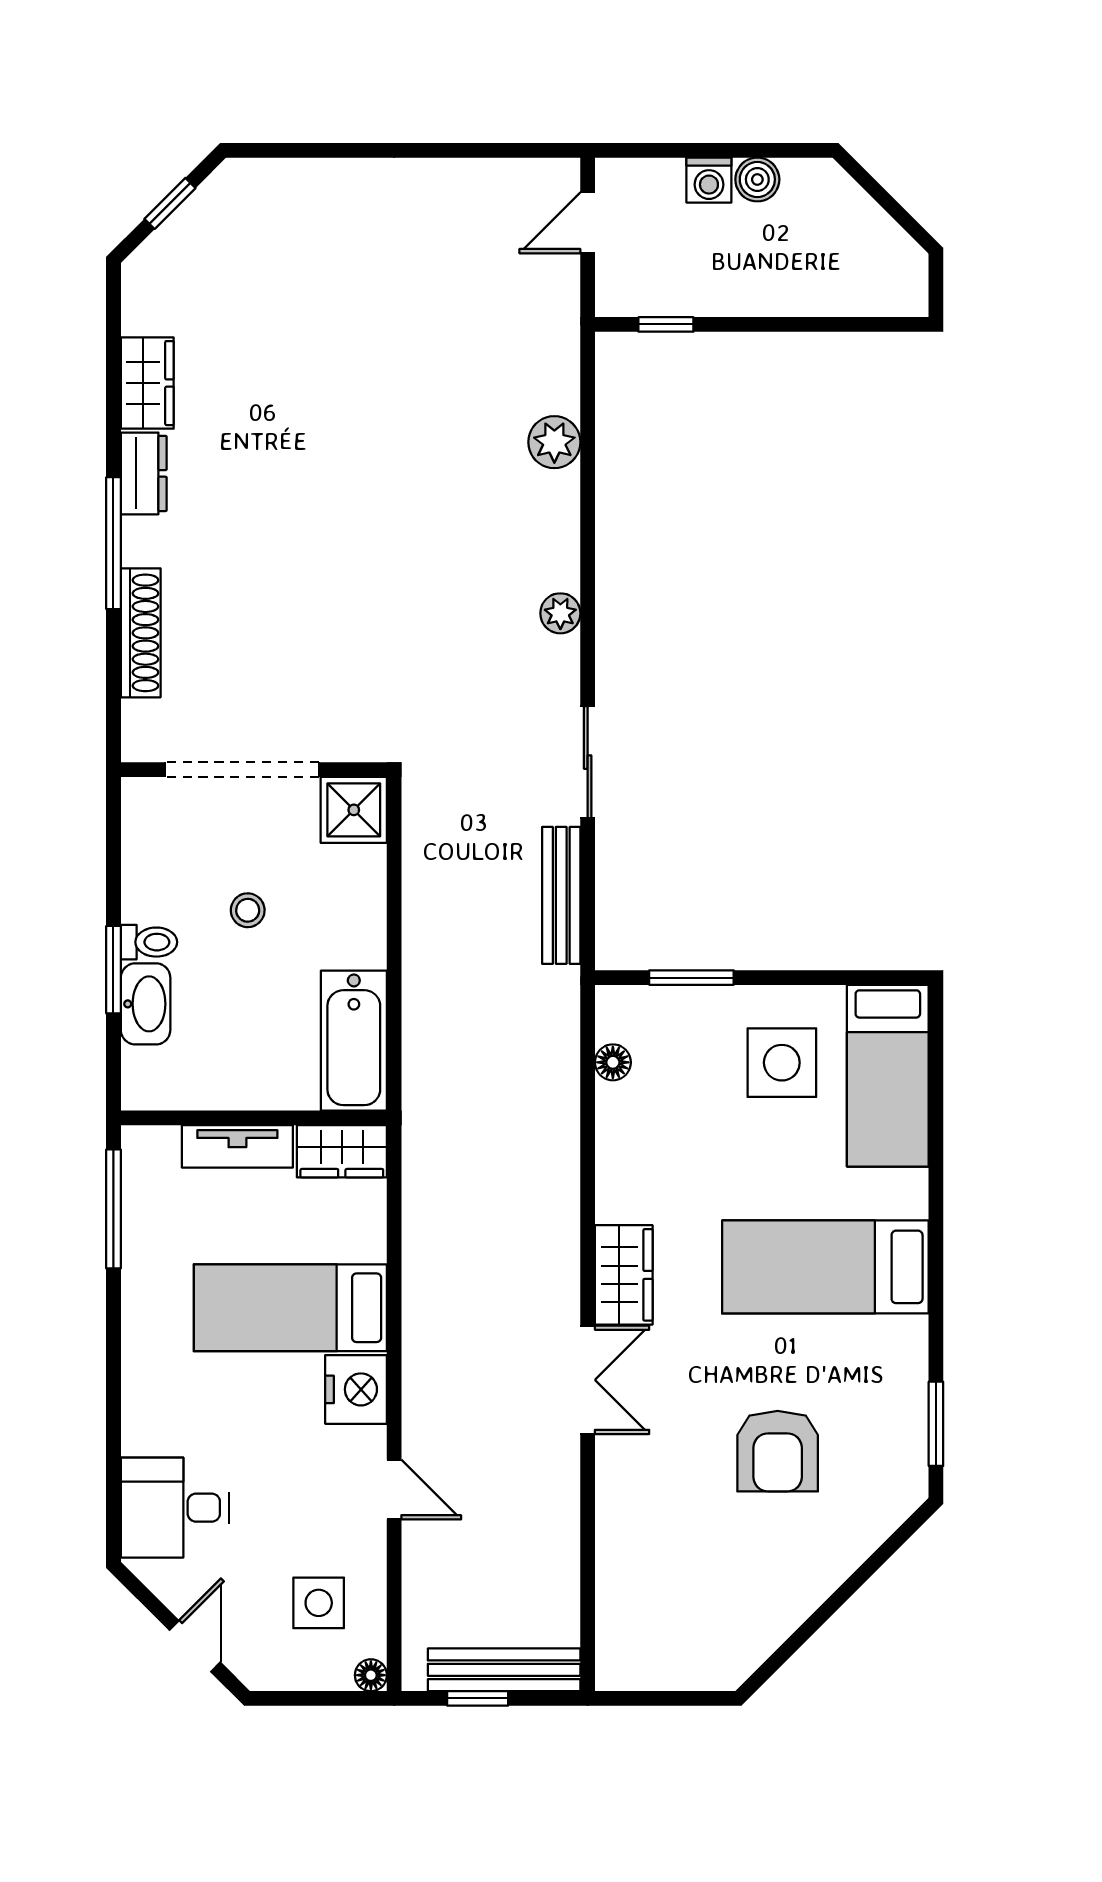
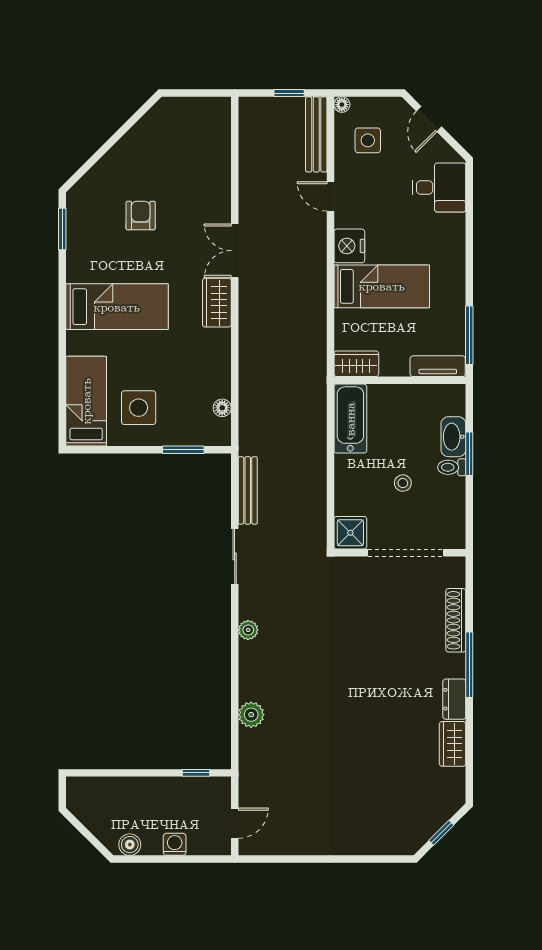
boiler: (757, 179) -> (130, 845), moved
tv unit: (237, 1146) -> (438, 366), moved
armchair: (778, 1451) -> (141, 215), width x0.72, depth x0.72
bench: (504, 1670) -> (316, 134), moved, turned 90

